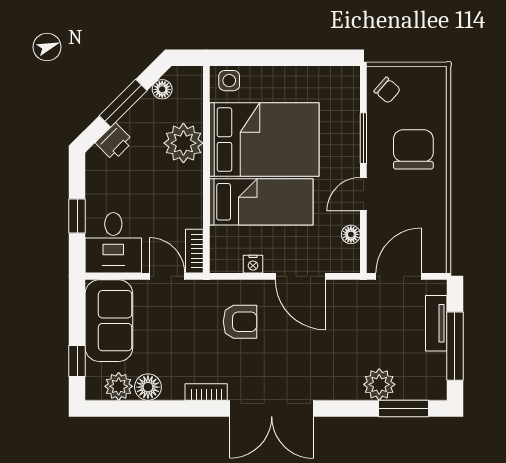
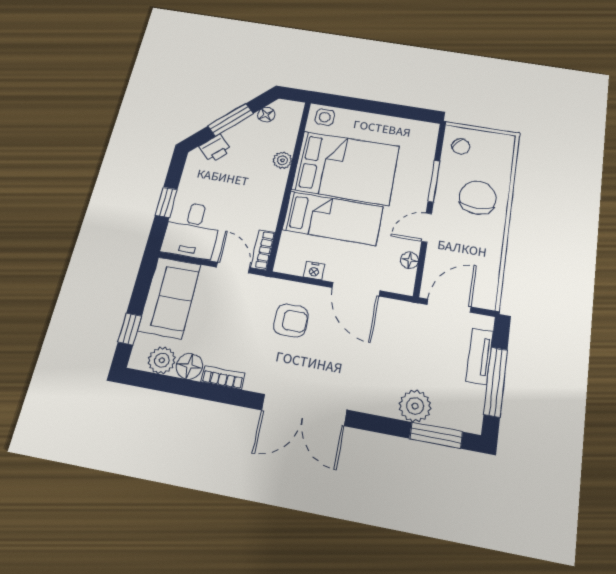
plant: (183, 143) -> (282, 160), width x0.53, depth x0.53
bookcase: (206, 392) -> (223, 377), moved

